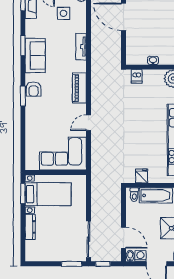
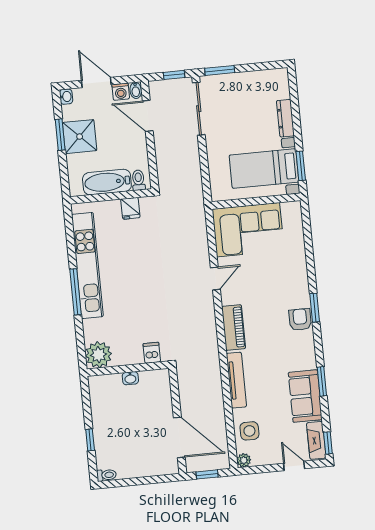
side table: (64, 13) -> (249, 431), moved
tv unit: (81, 47) -> (236, 380), width x1.41
sofa: (35, 56) -> (305, 396), moved

